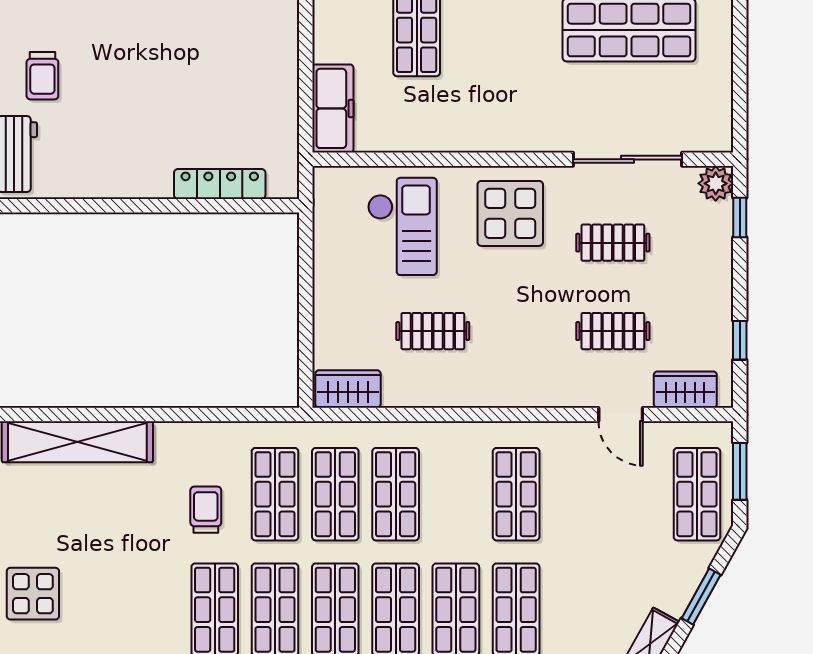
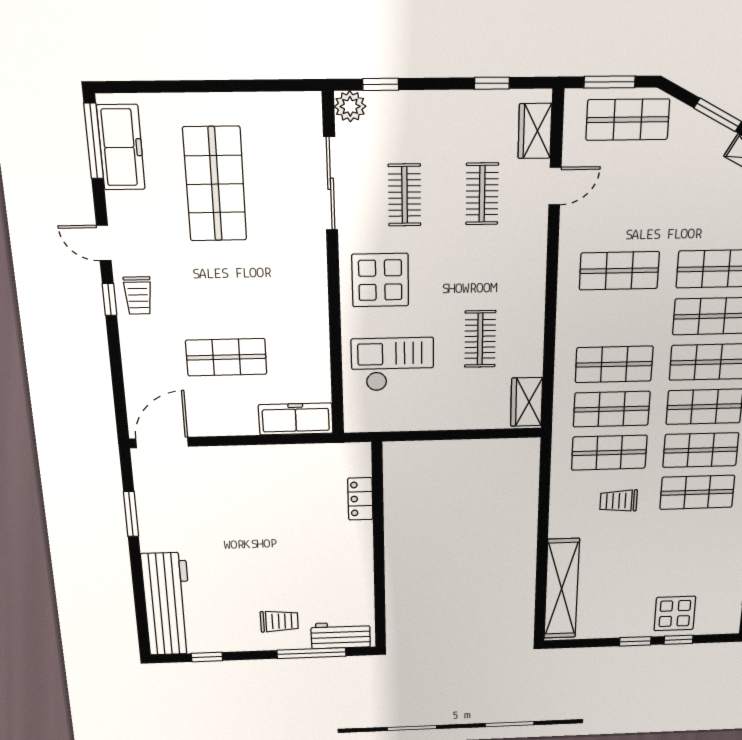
locker: (220, 184) -> (360, 499), width x0.66

